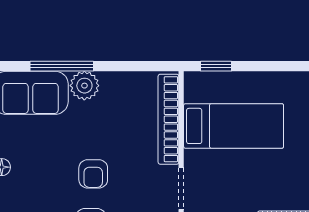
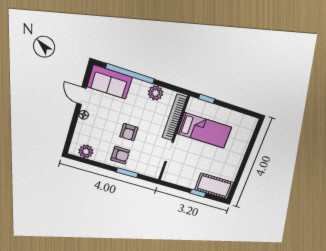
window: (62, 66) -> (130, 74), width x1.46
plant: (84, 86) -> (156, 93), moved

